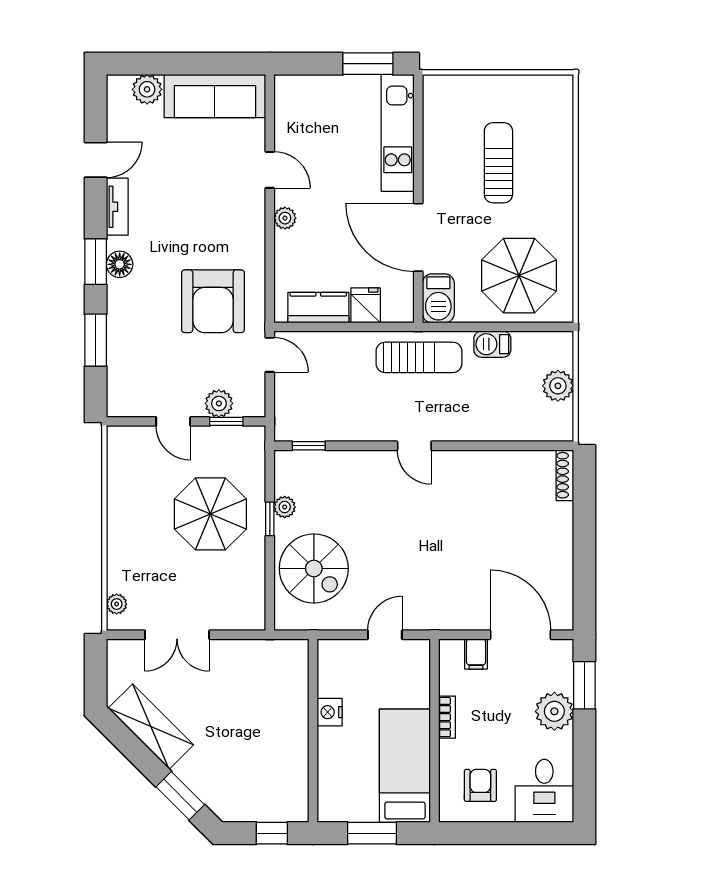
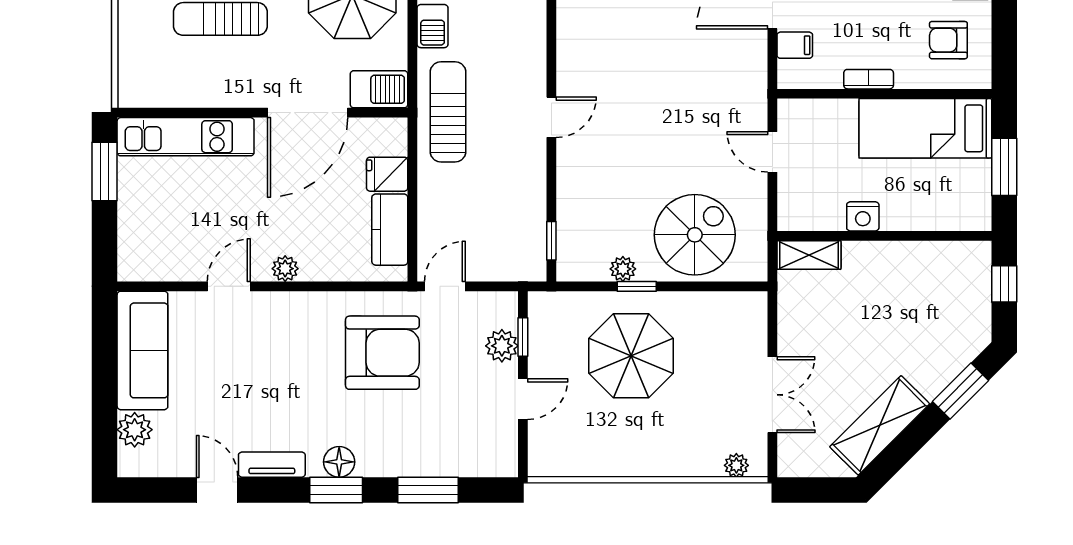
shelving: (297, 666) -> (809, 255), added

